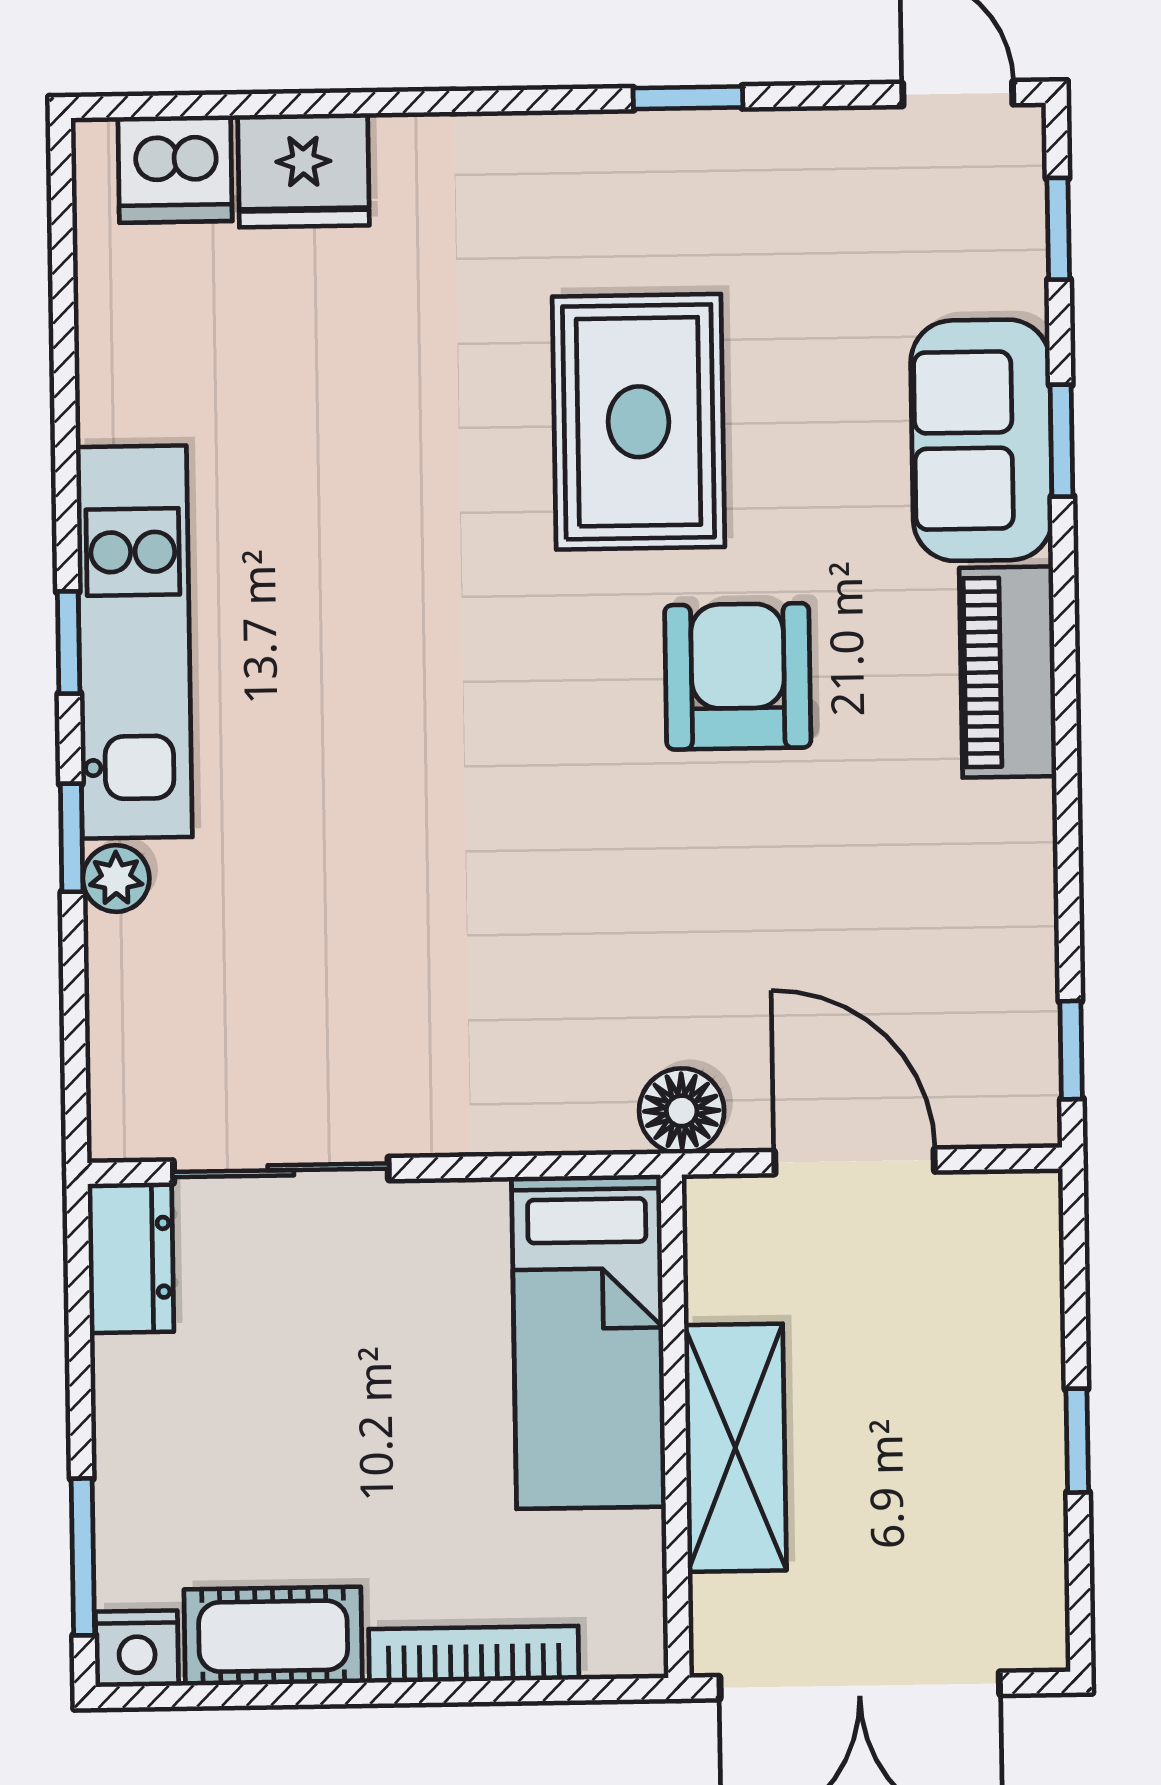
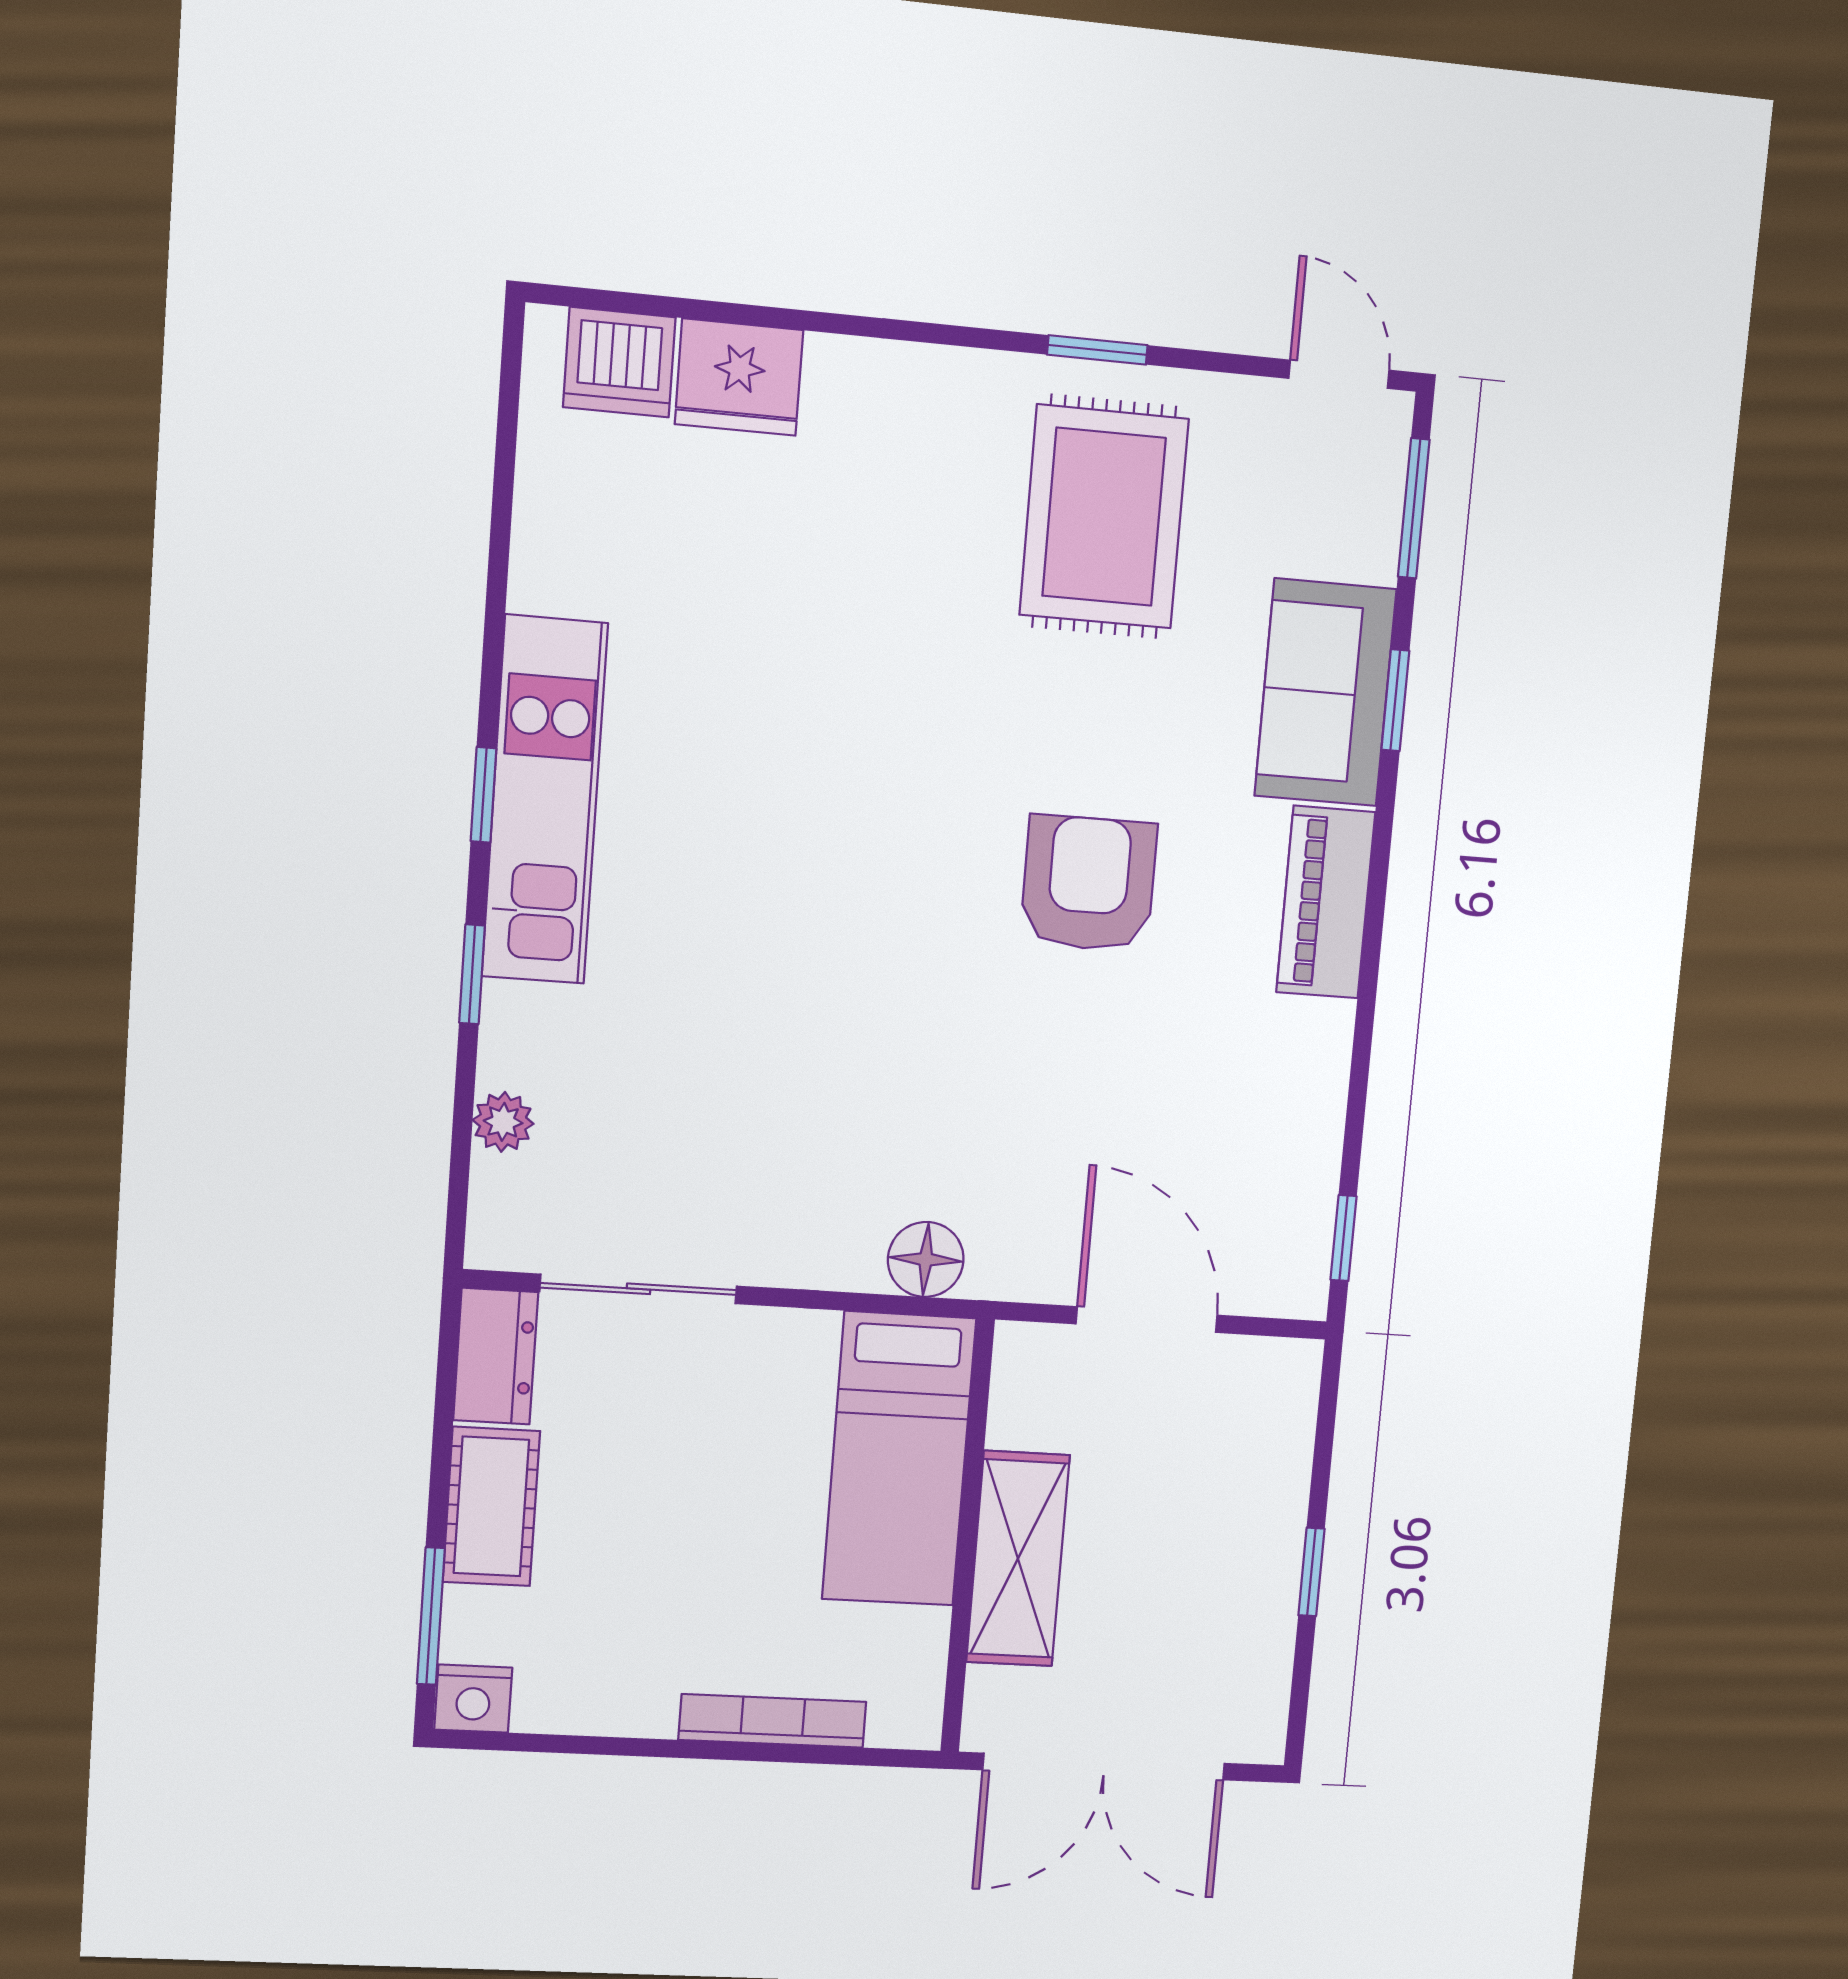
window: (1058, 229) -> (1414, 508), width x1.50
rug: (639, 422) -> (1104, 517), moved
plant: (116, 878) -> (503, 1122), moved
floor lamp: (682, 1111) -> (926, 1259), moved
cot: (273, 1636) -> (491, 1506), moved, turned 90

